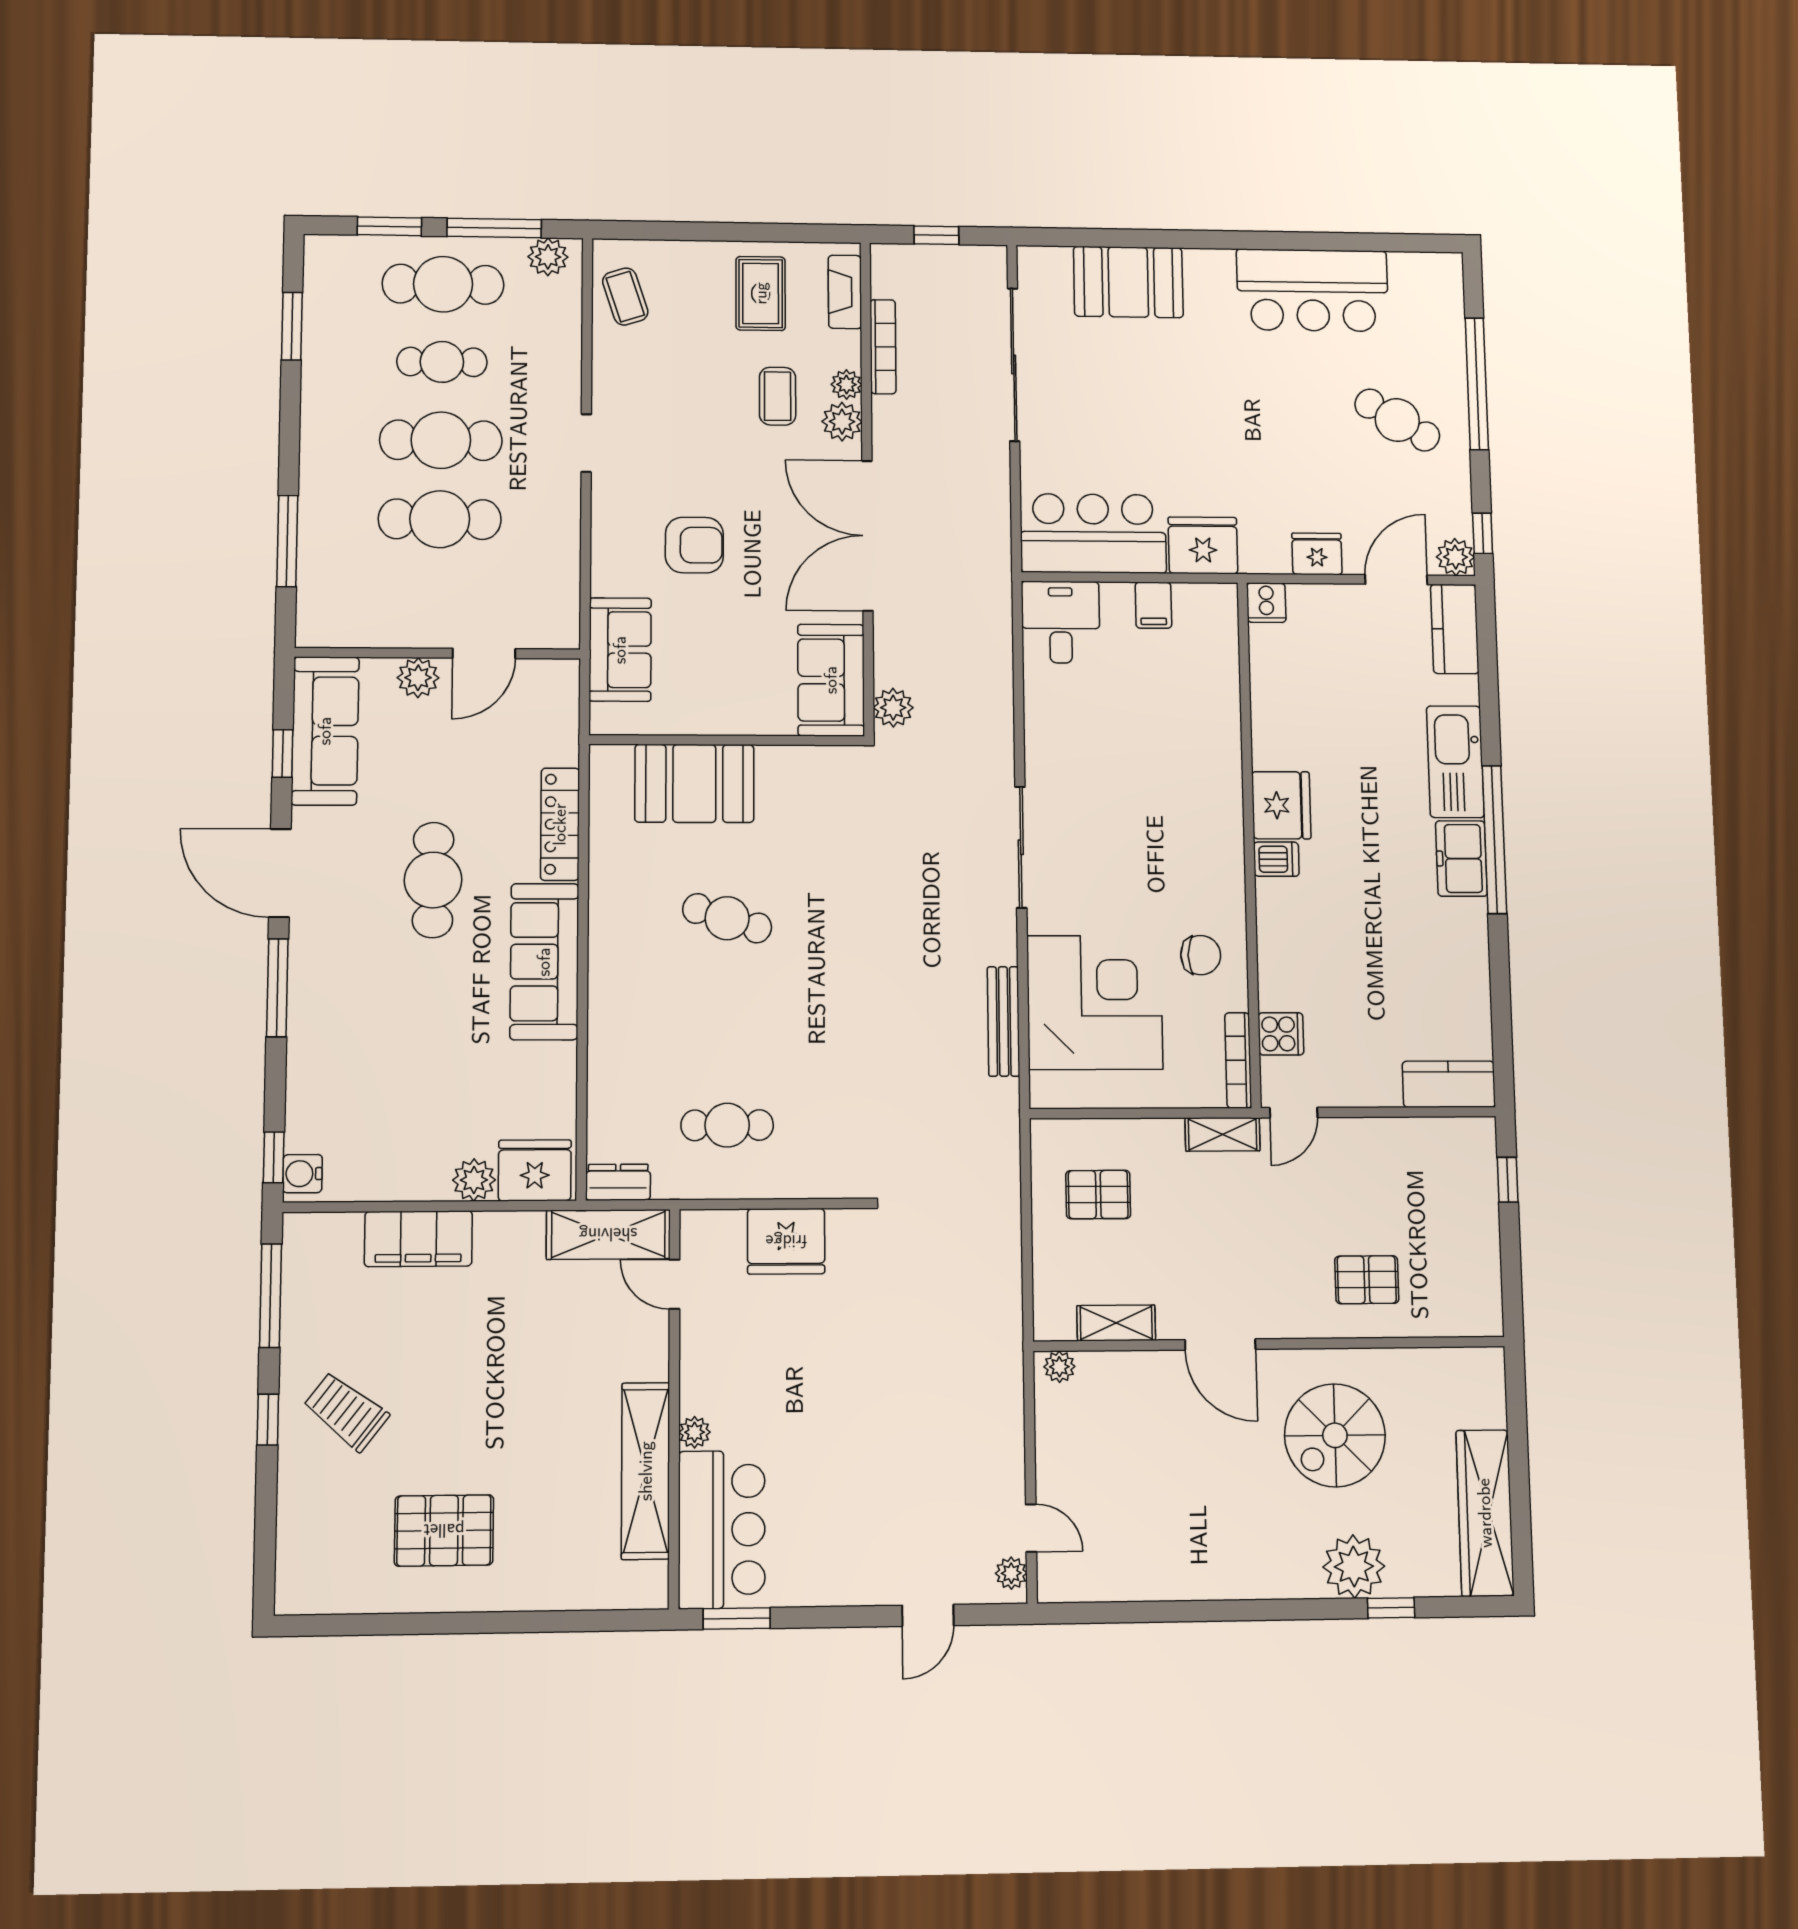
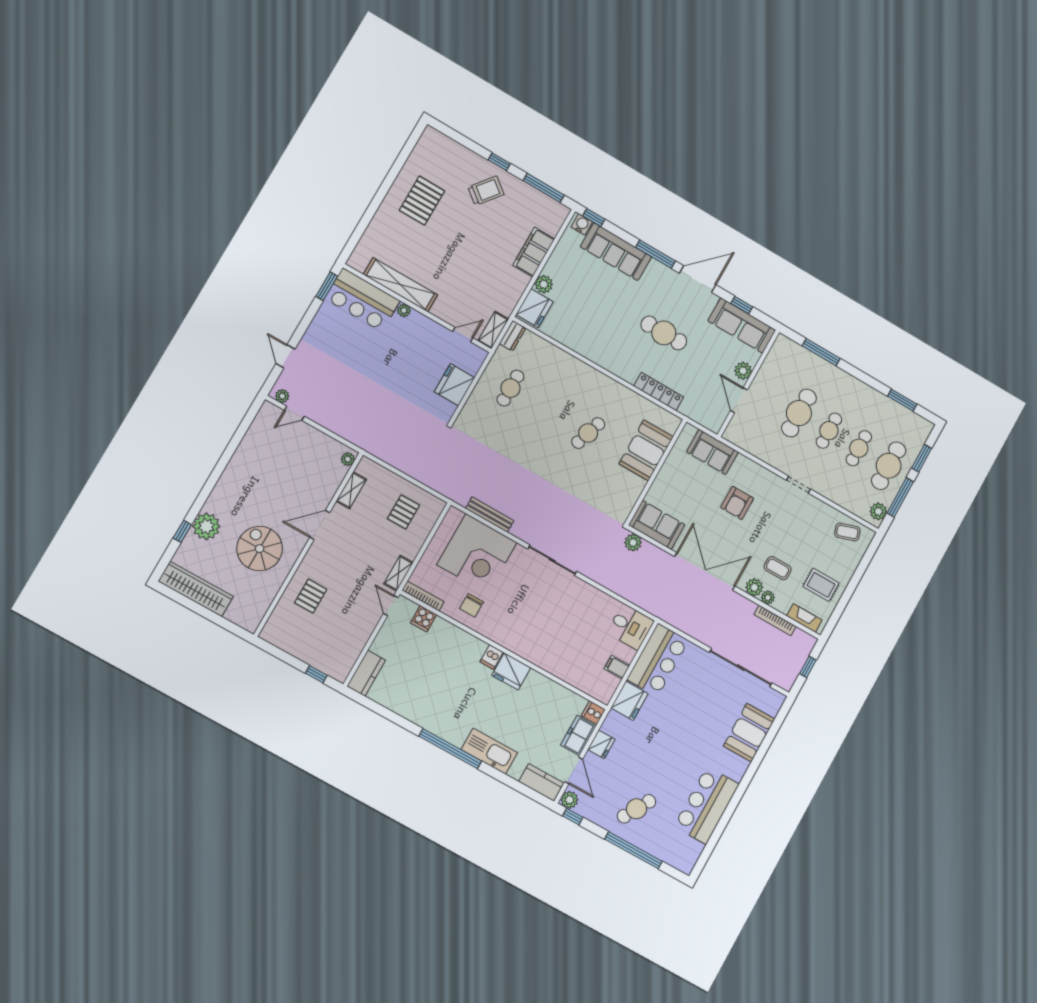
cafe table: (441, 440) -> (829, 431), width x0.73, depth x0.74
freezer: (1461, 859) -> (578, 735), moved, turned -90
sofa: (544, 962) -> (616, 252), moved, turned 180
shelving: (608, 1234) -> (493, 330), width x0.67, depth x0.75

